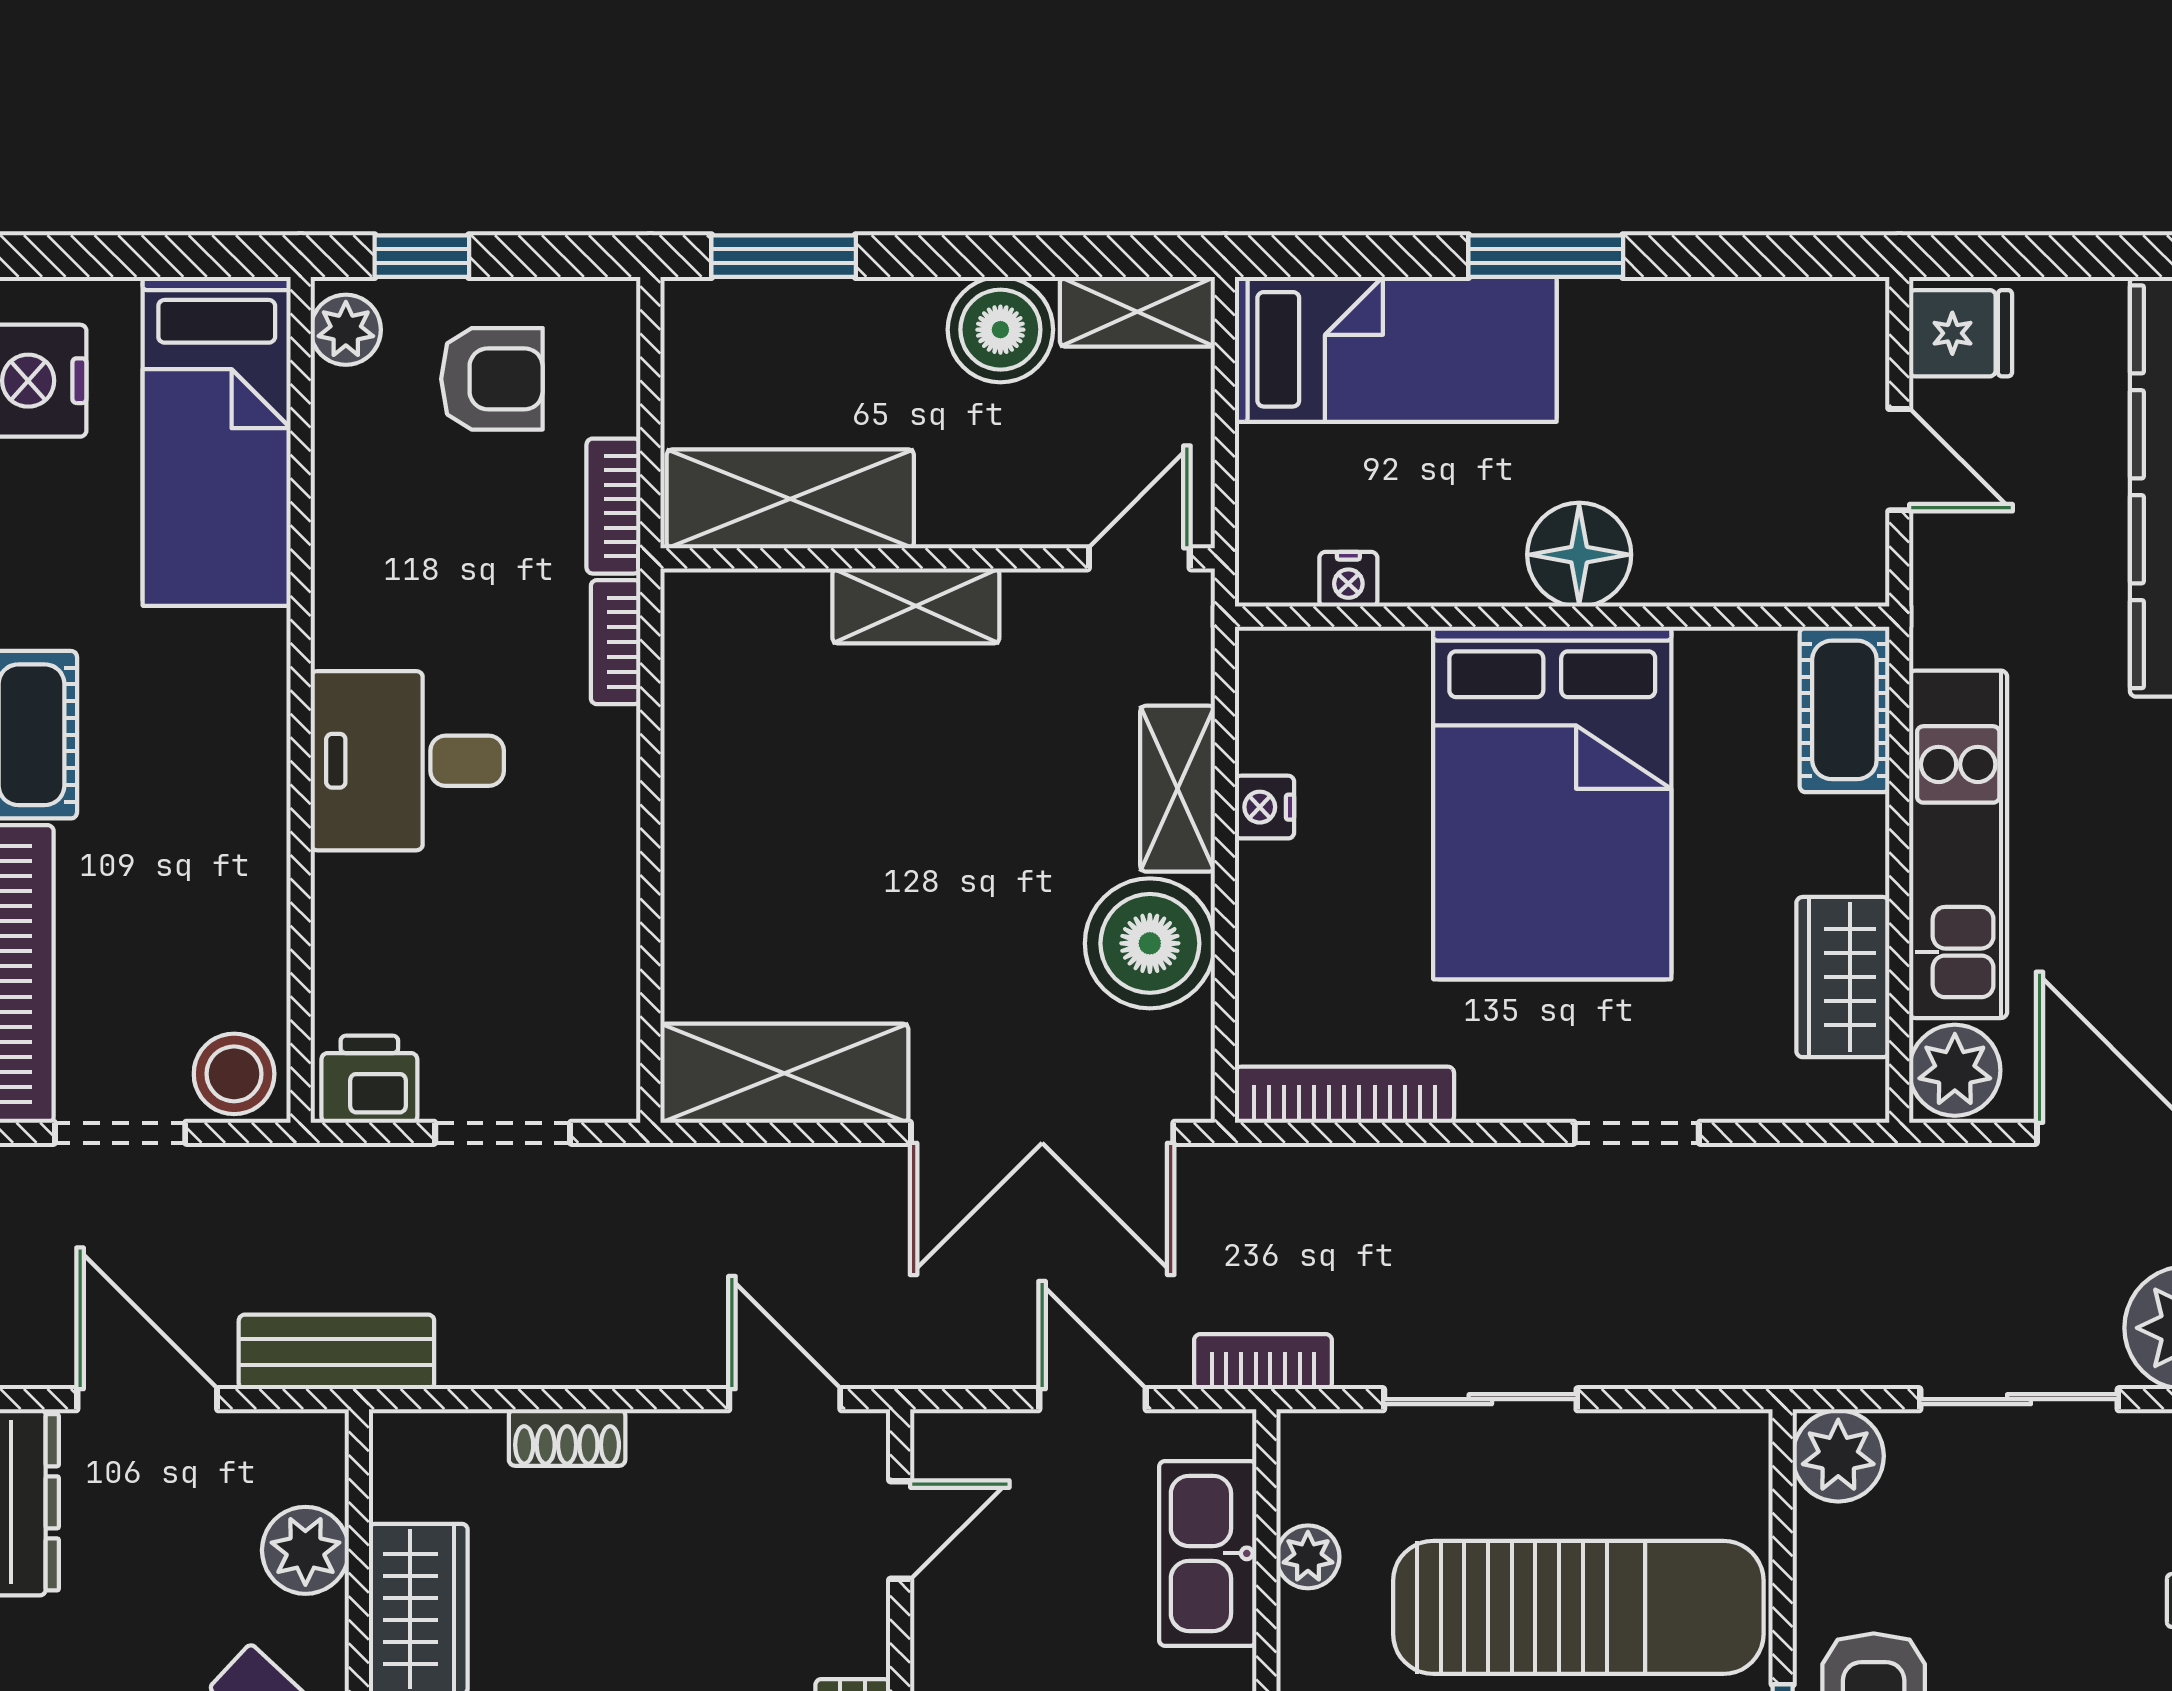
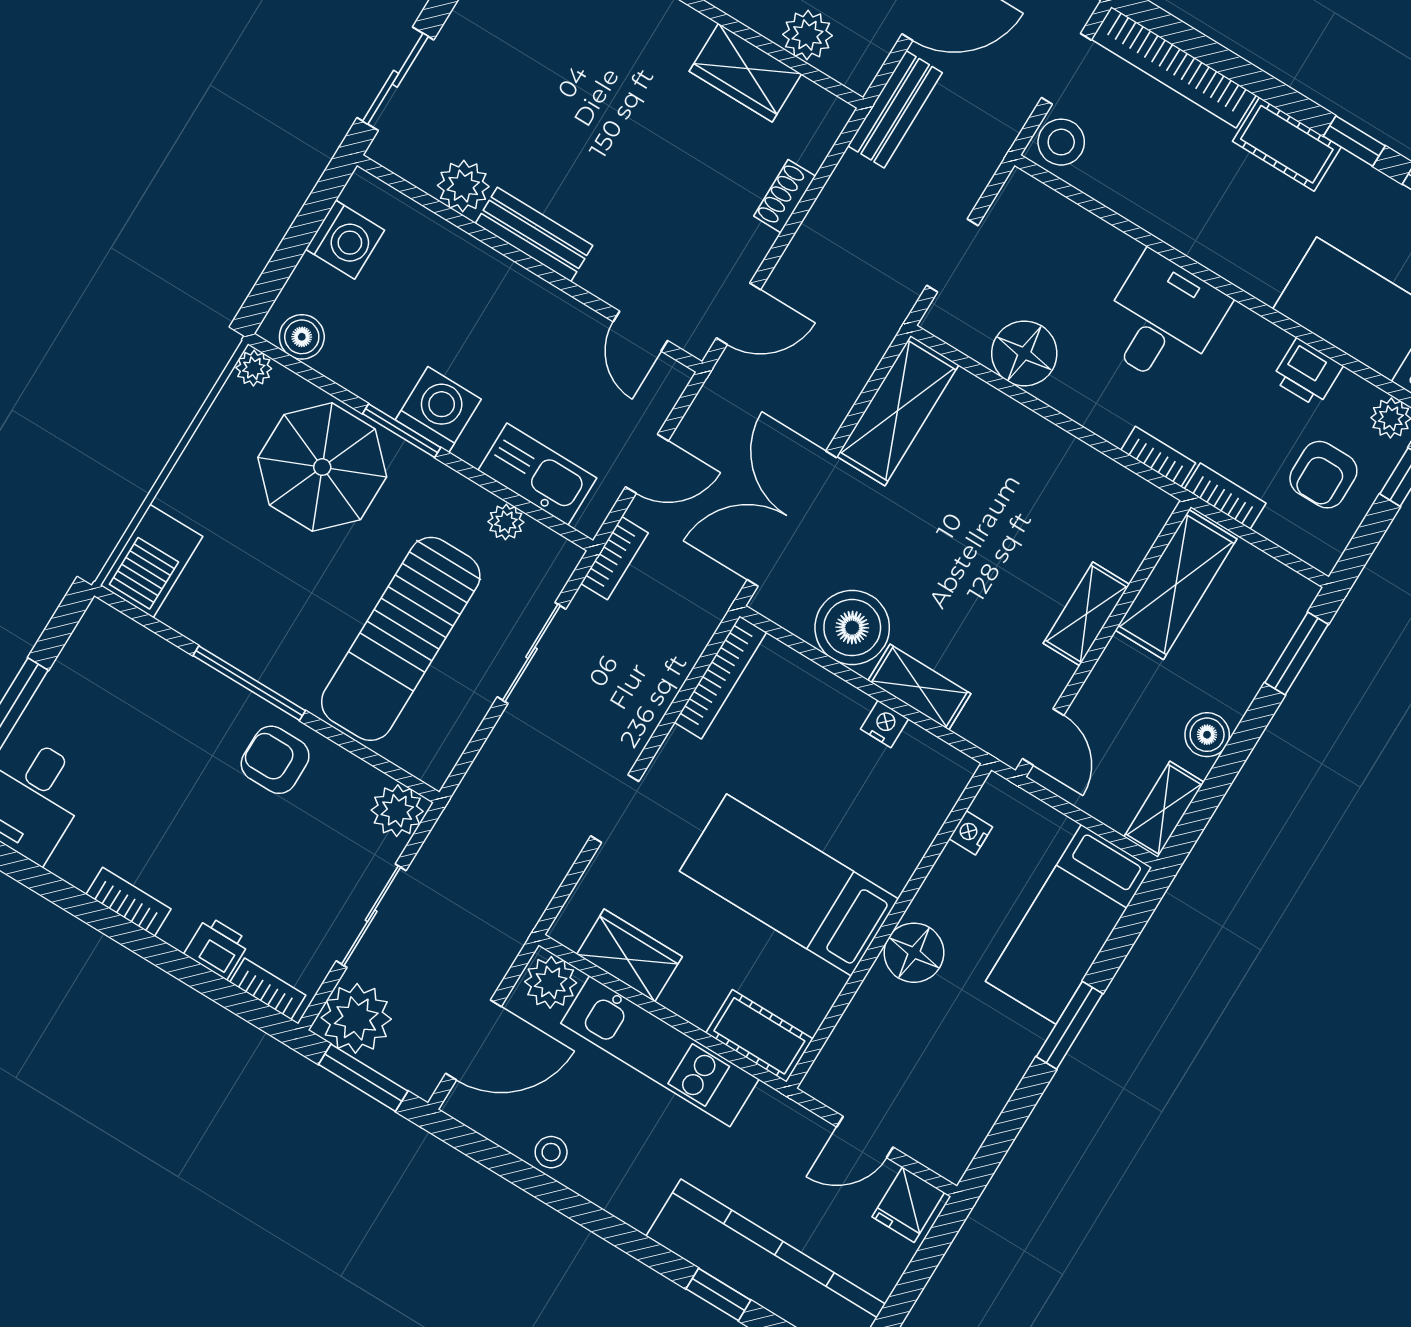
boiler: (1000, 330) -> (1207, 735), width x0.73, depth x0.73
bed: (1552, 803) -> (789, 885), width x0.67
floor lamp: (583, 936) -> (1024, 353), added
printer: (369, 1079) -> (1307, 373), moved, turned 90

